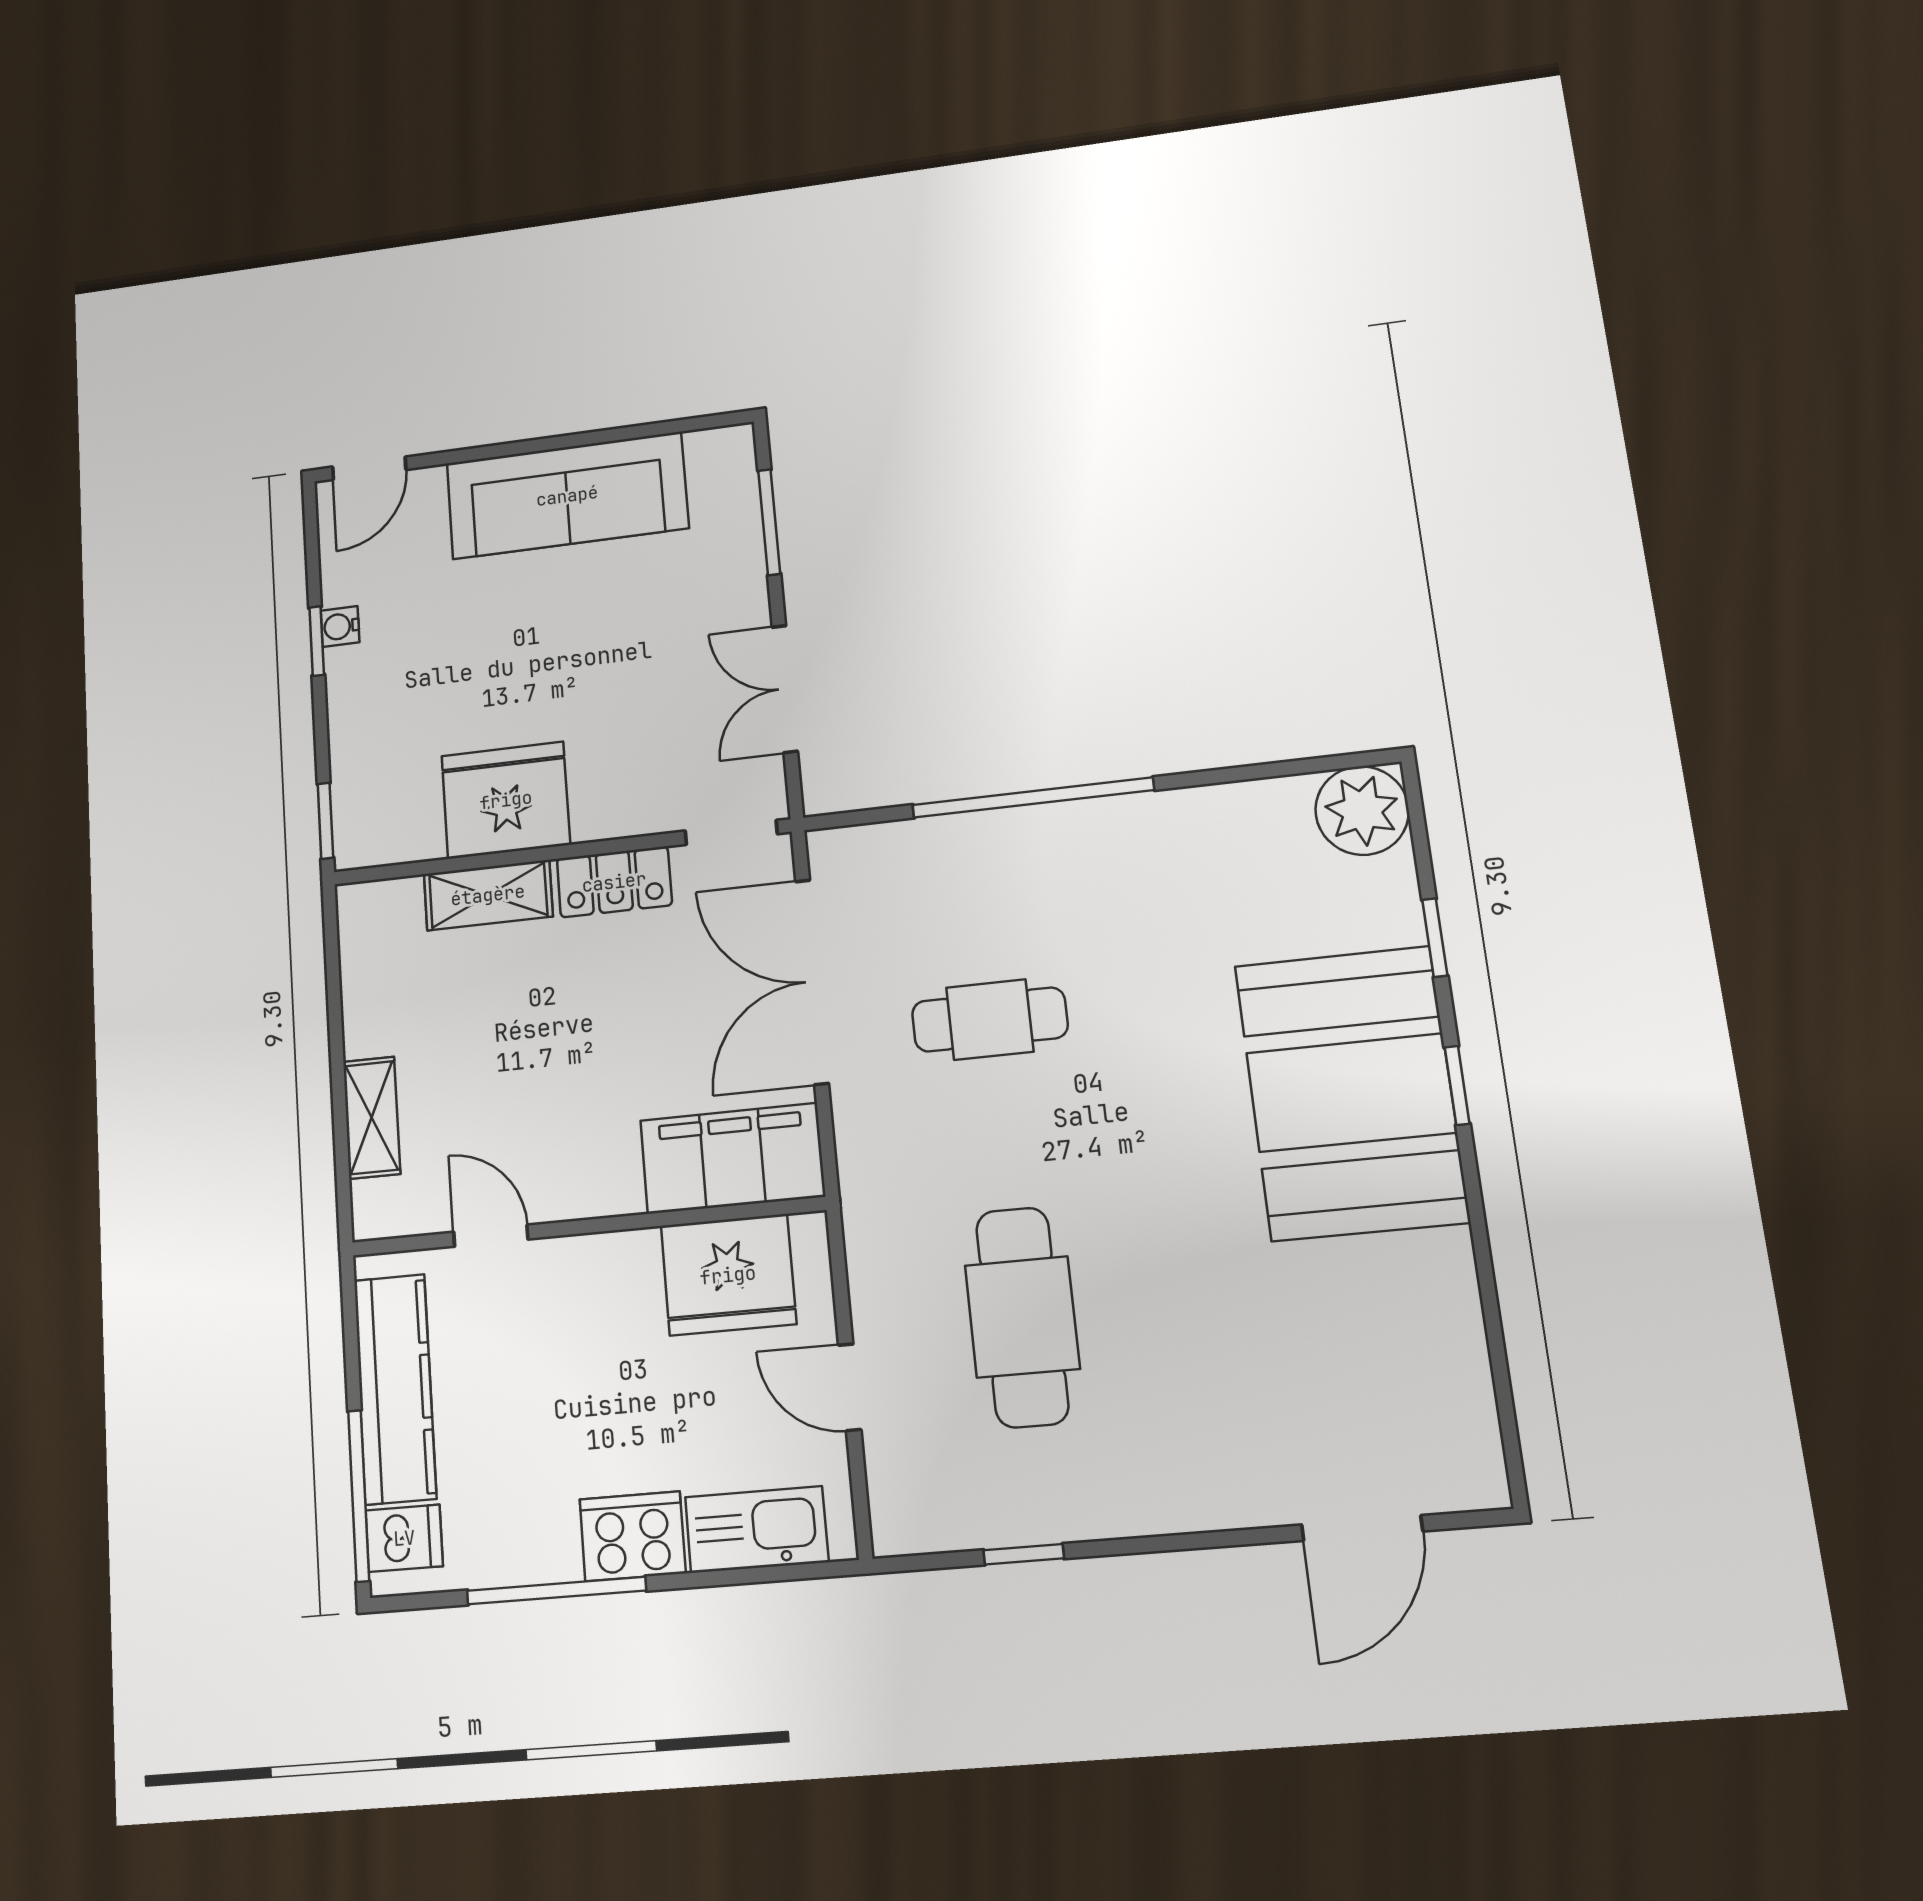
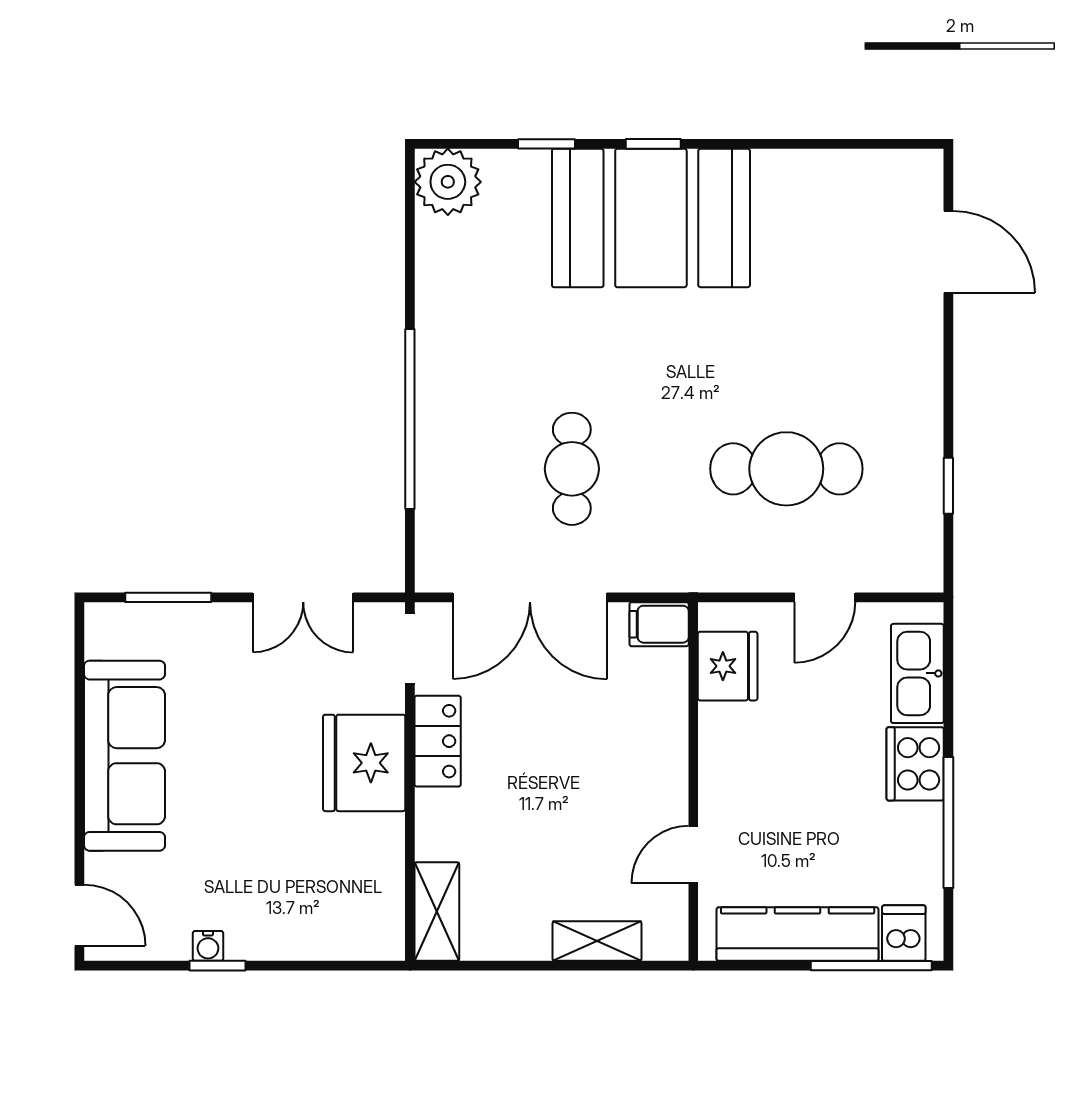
fridge: (506, 800) -> (364, 763), moved
window: (325, 821) -> (364, 966), removed
shelving: (488, 895) -> (437, 912), moved
filing cabinet: (732, 1158) -> (659, 624), width x0.33, depth x0.86
fridge: (728, 1275) -> (728, 666), width x0.73, depth x0.75

